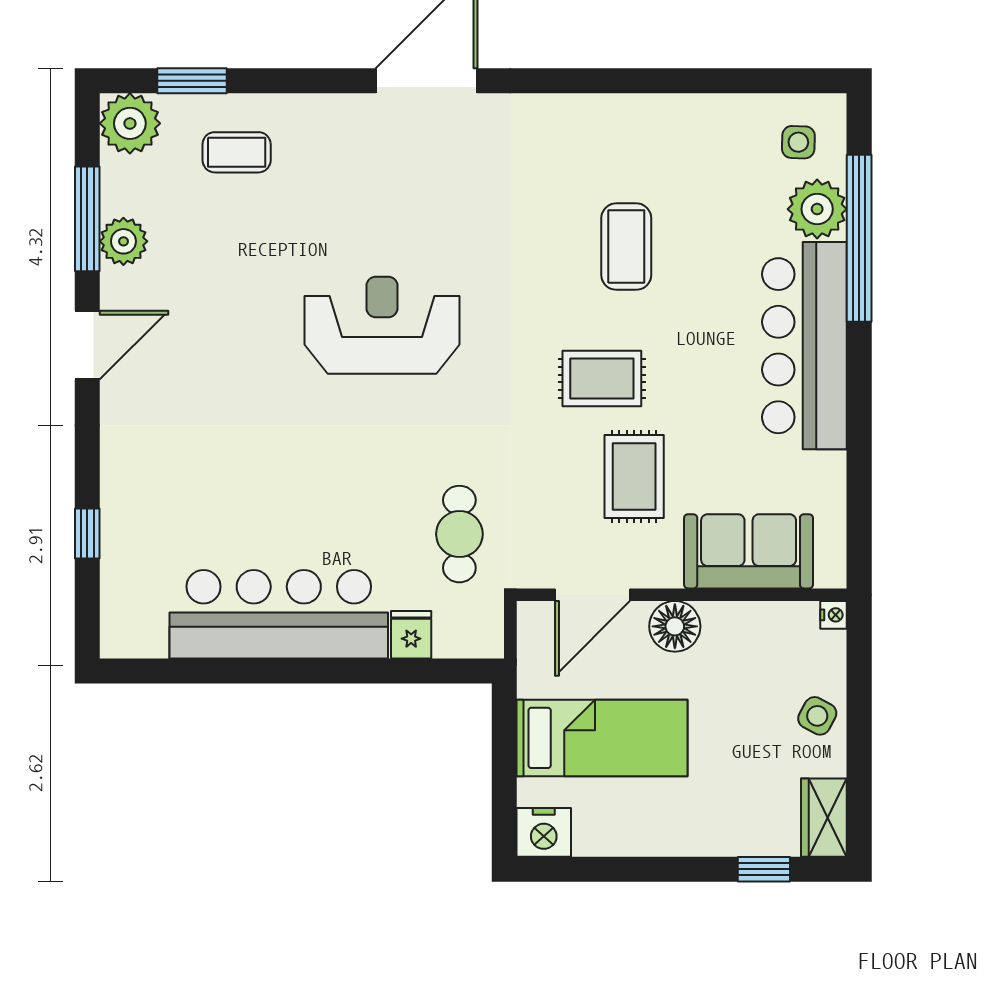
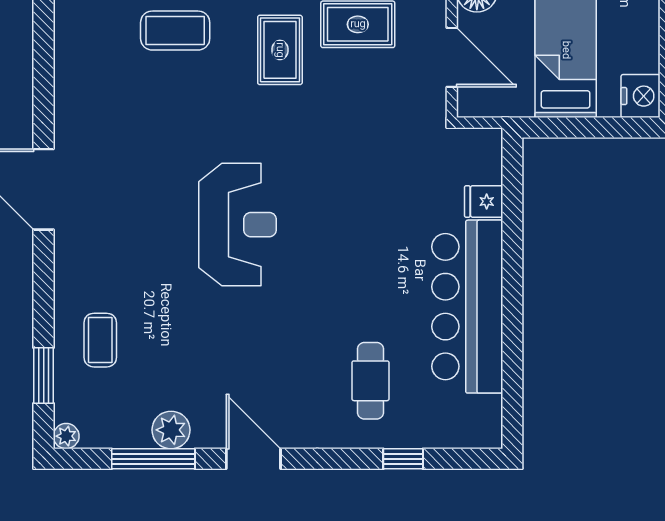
plant: (130, 123) -> (66, 436), width x0.53, depth x0.53
reception desk: (382, 325) -> (238, 225), turned 180
cafe table: (459, 534) -> (371, 381), moved, turned 90

